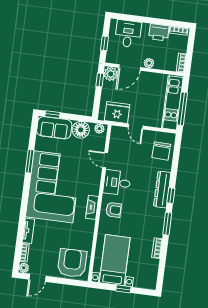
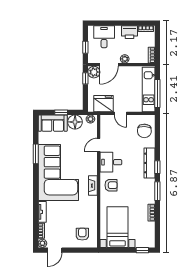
window: (52, 115) -> (61, 112), moved
door: (105, 160) -> (99, 145), hinge flipped
armchair: (72, 263) -> (82, 234), width x0.53, depth x0.53
window: (123, 289) -> (142, 250), moved

